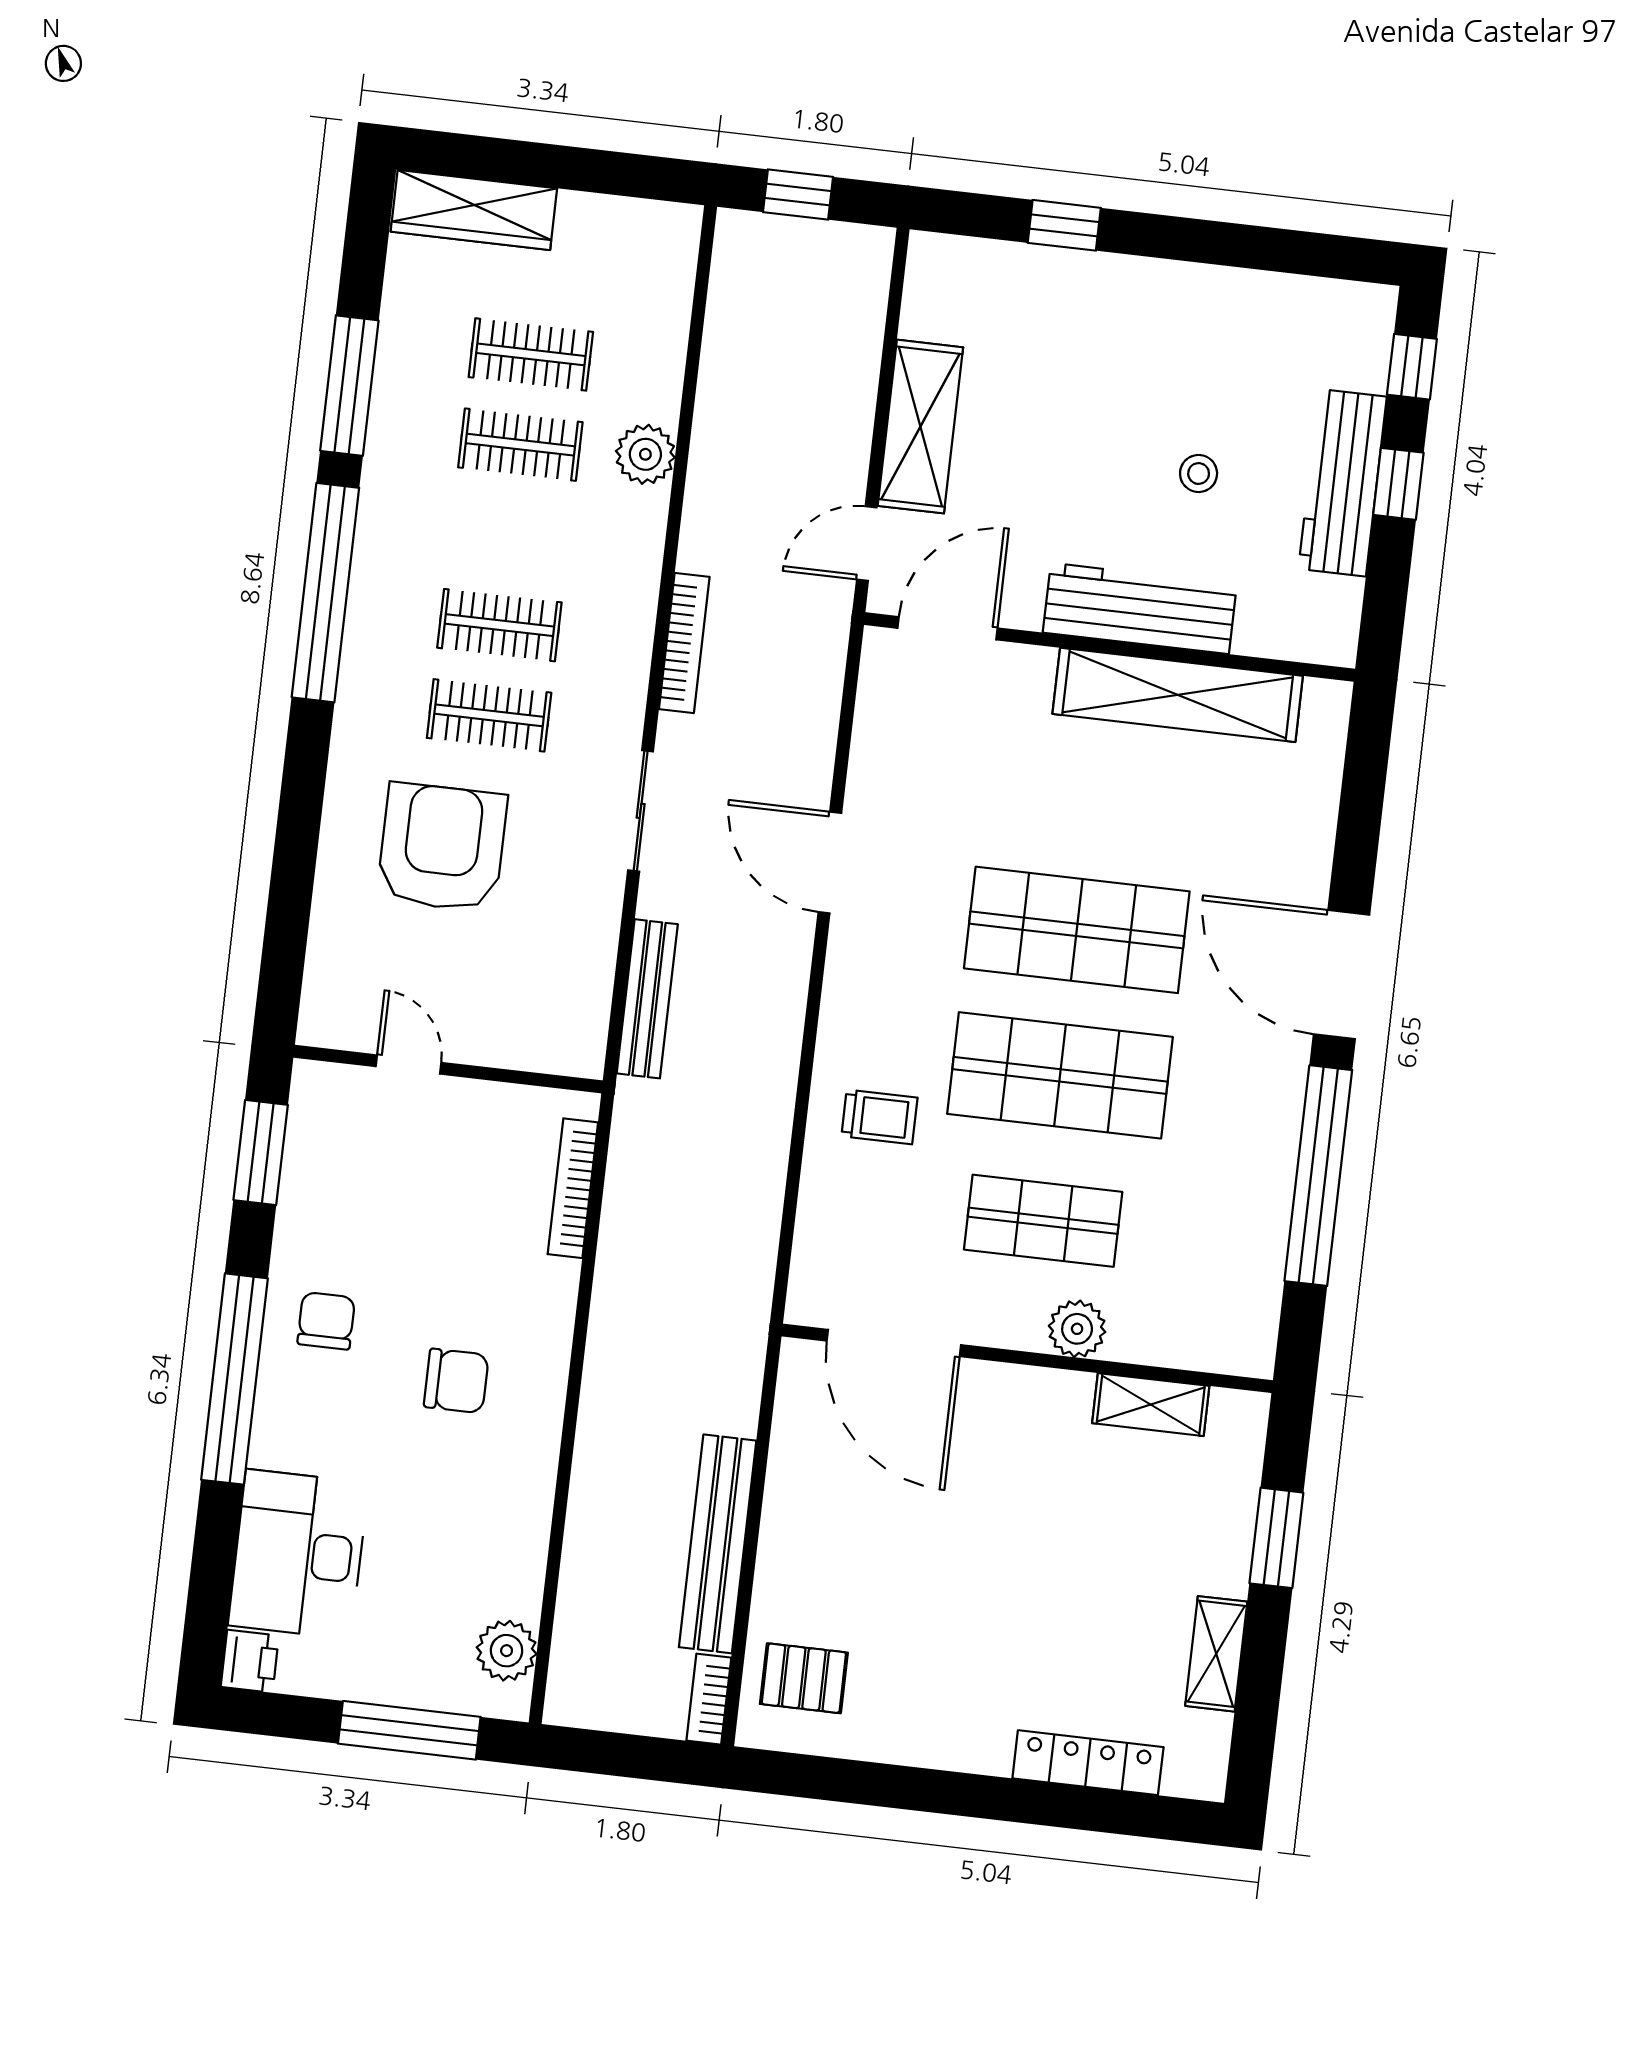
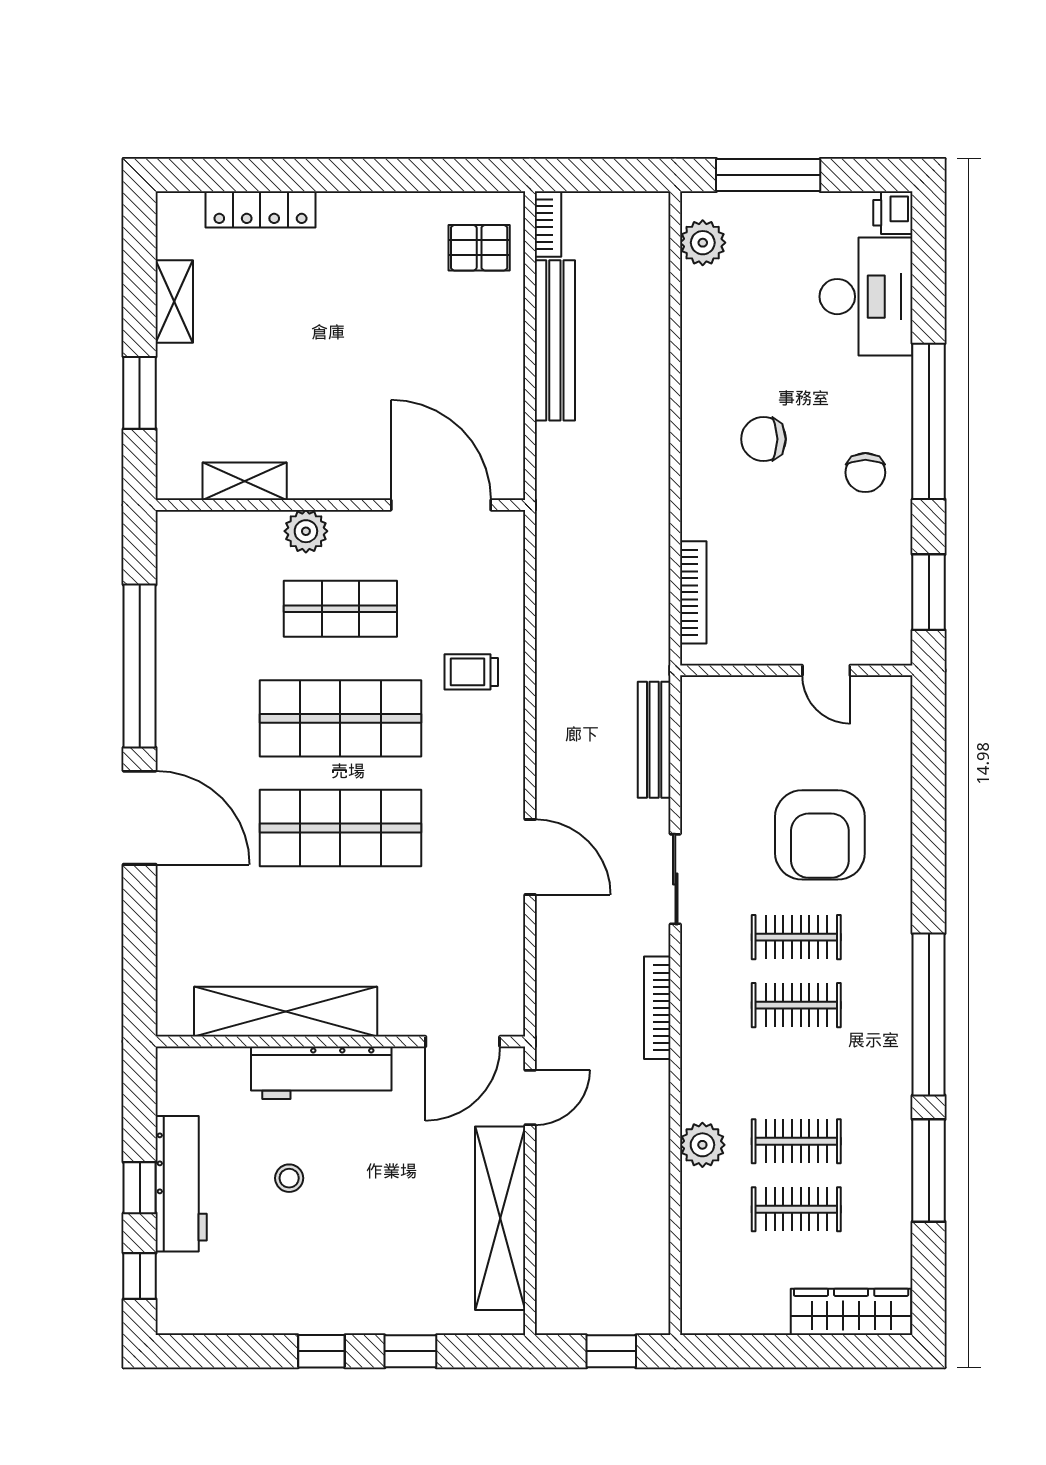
window: (1182, 239) -> (321, 1351), added
shelving: (920, 427) -> (500, 1218), width x1.47

